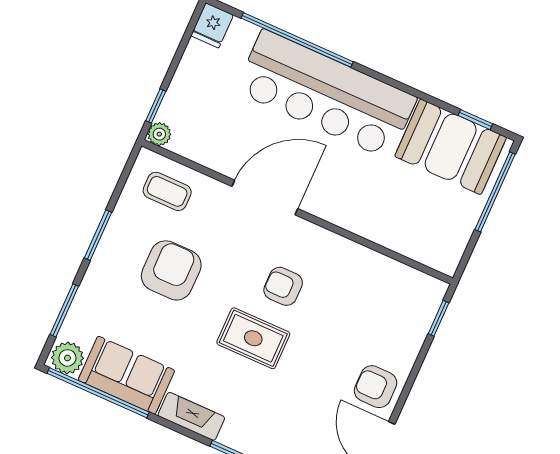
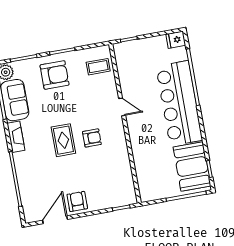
plant: (159, 134) -> (119, 48), removed
coffee table: (167, 191) -> (98, 67), turned 90
door: (265, 197) -> (122, 107), width x0.53
armchair: (171, 270) -> (55, 75), moved
armchair: (283, 286) -> (92, 138), turned 90

